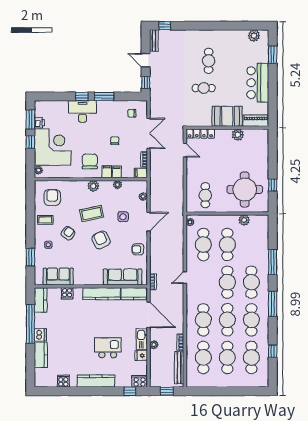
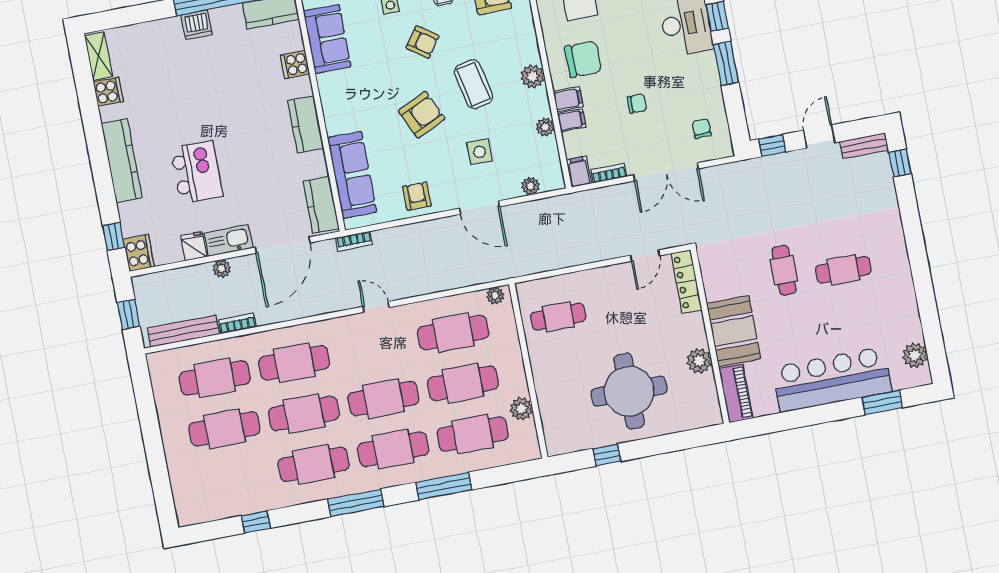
bar counter: (258, 83) -> (832, 380), width x1.36
round table: (245, 190) -> (629, 391), moved
kitchen counter: (102, 294) -> (306, 124), width x0.67
kitchen counter: (41, 355) -> (155, 34), removed
cafe table: (251, 357) -> (473, 434), moved
shelving: (46, 382) -> (98, 56), added

